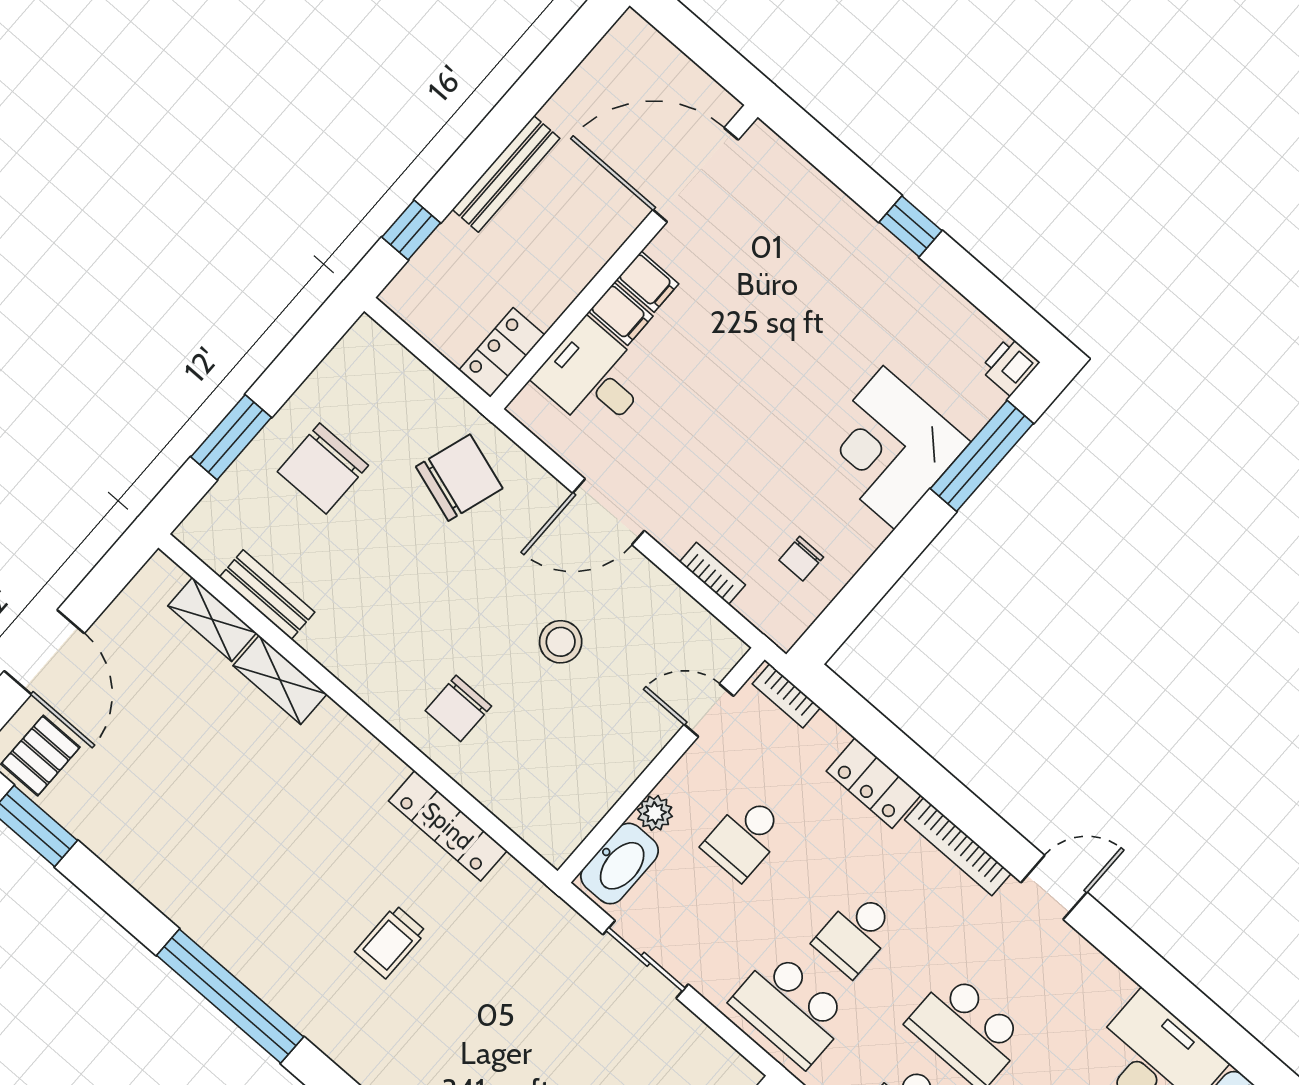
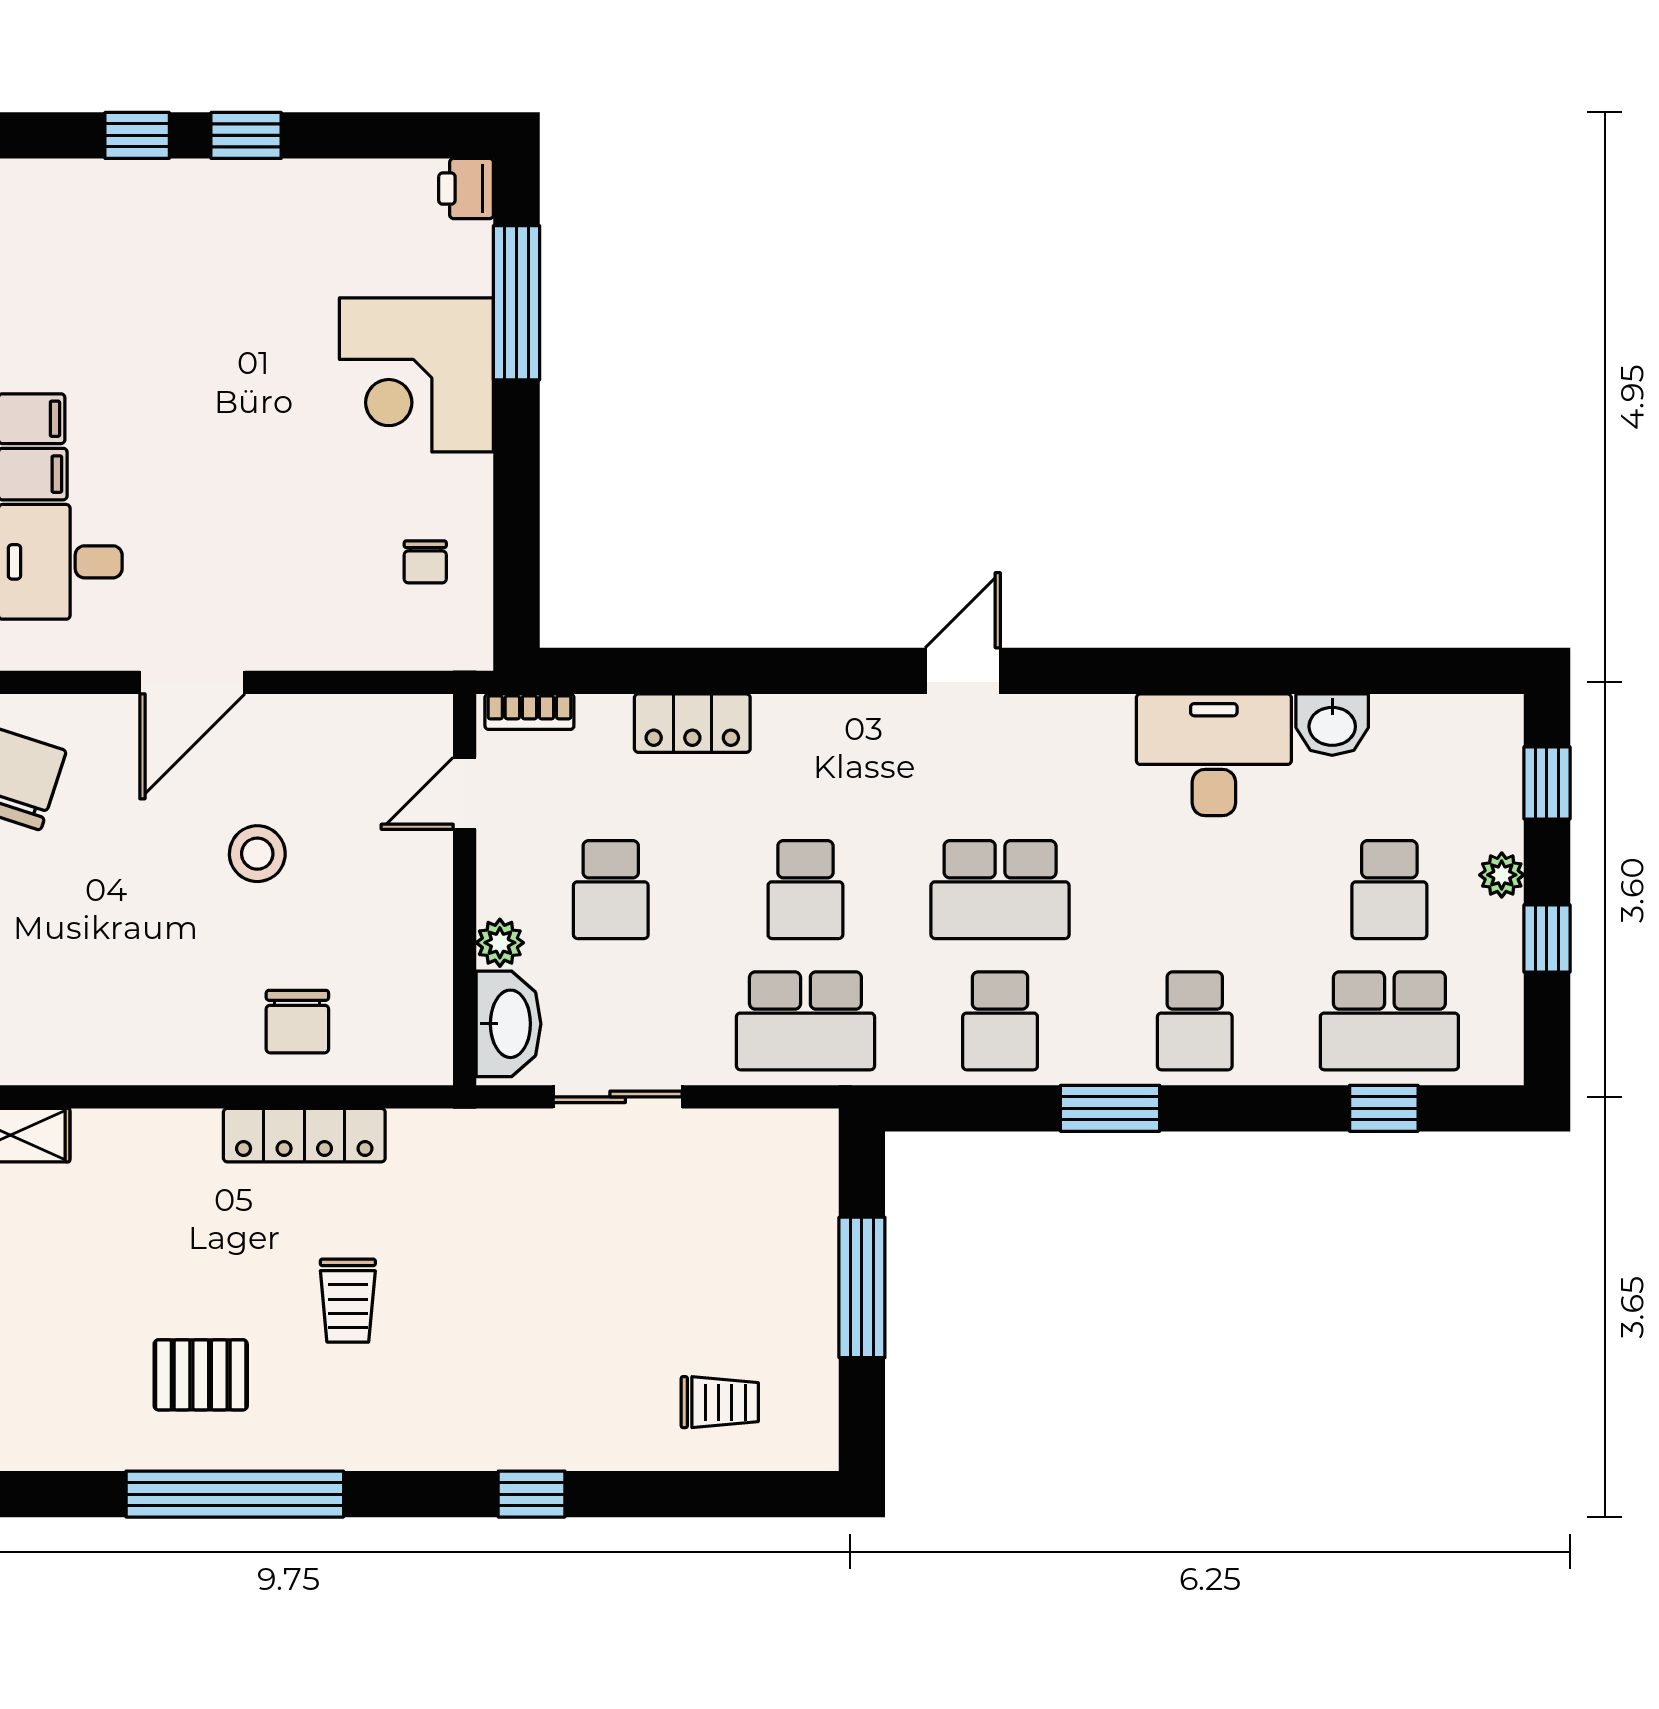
window: (848, 172) -> (137, 135), added
bookcase: (712, 573) -> (349, 654), removed
chair: (458, 708) -> (297, 1022), moved
bookcase: (958, 847) -> (831, 713), removed
pallet: (270, 911) -> (201, 1375), added

